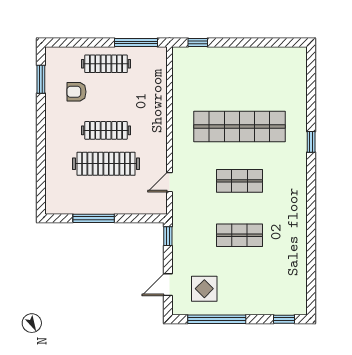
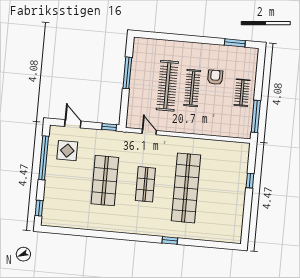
window: (198, 42) -> (250, 181), moved
clothes rail: (106, 64) -> (242, 93), width x0.73
armchair: (76, 92) -> (215, 77), moved
shop shelf: (240, 235) -> (105, 181), width x1.43, depth x1.36

